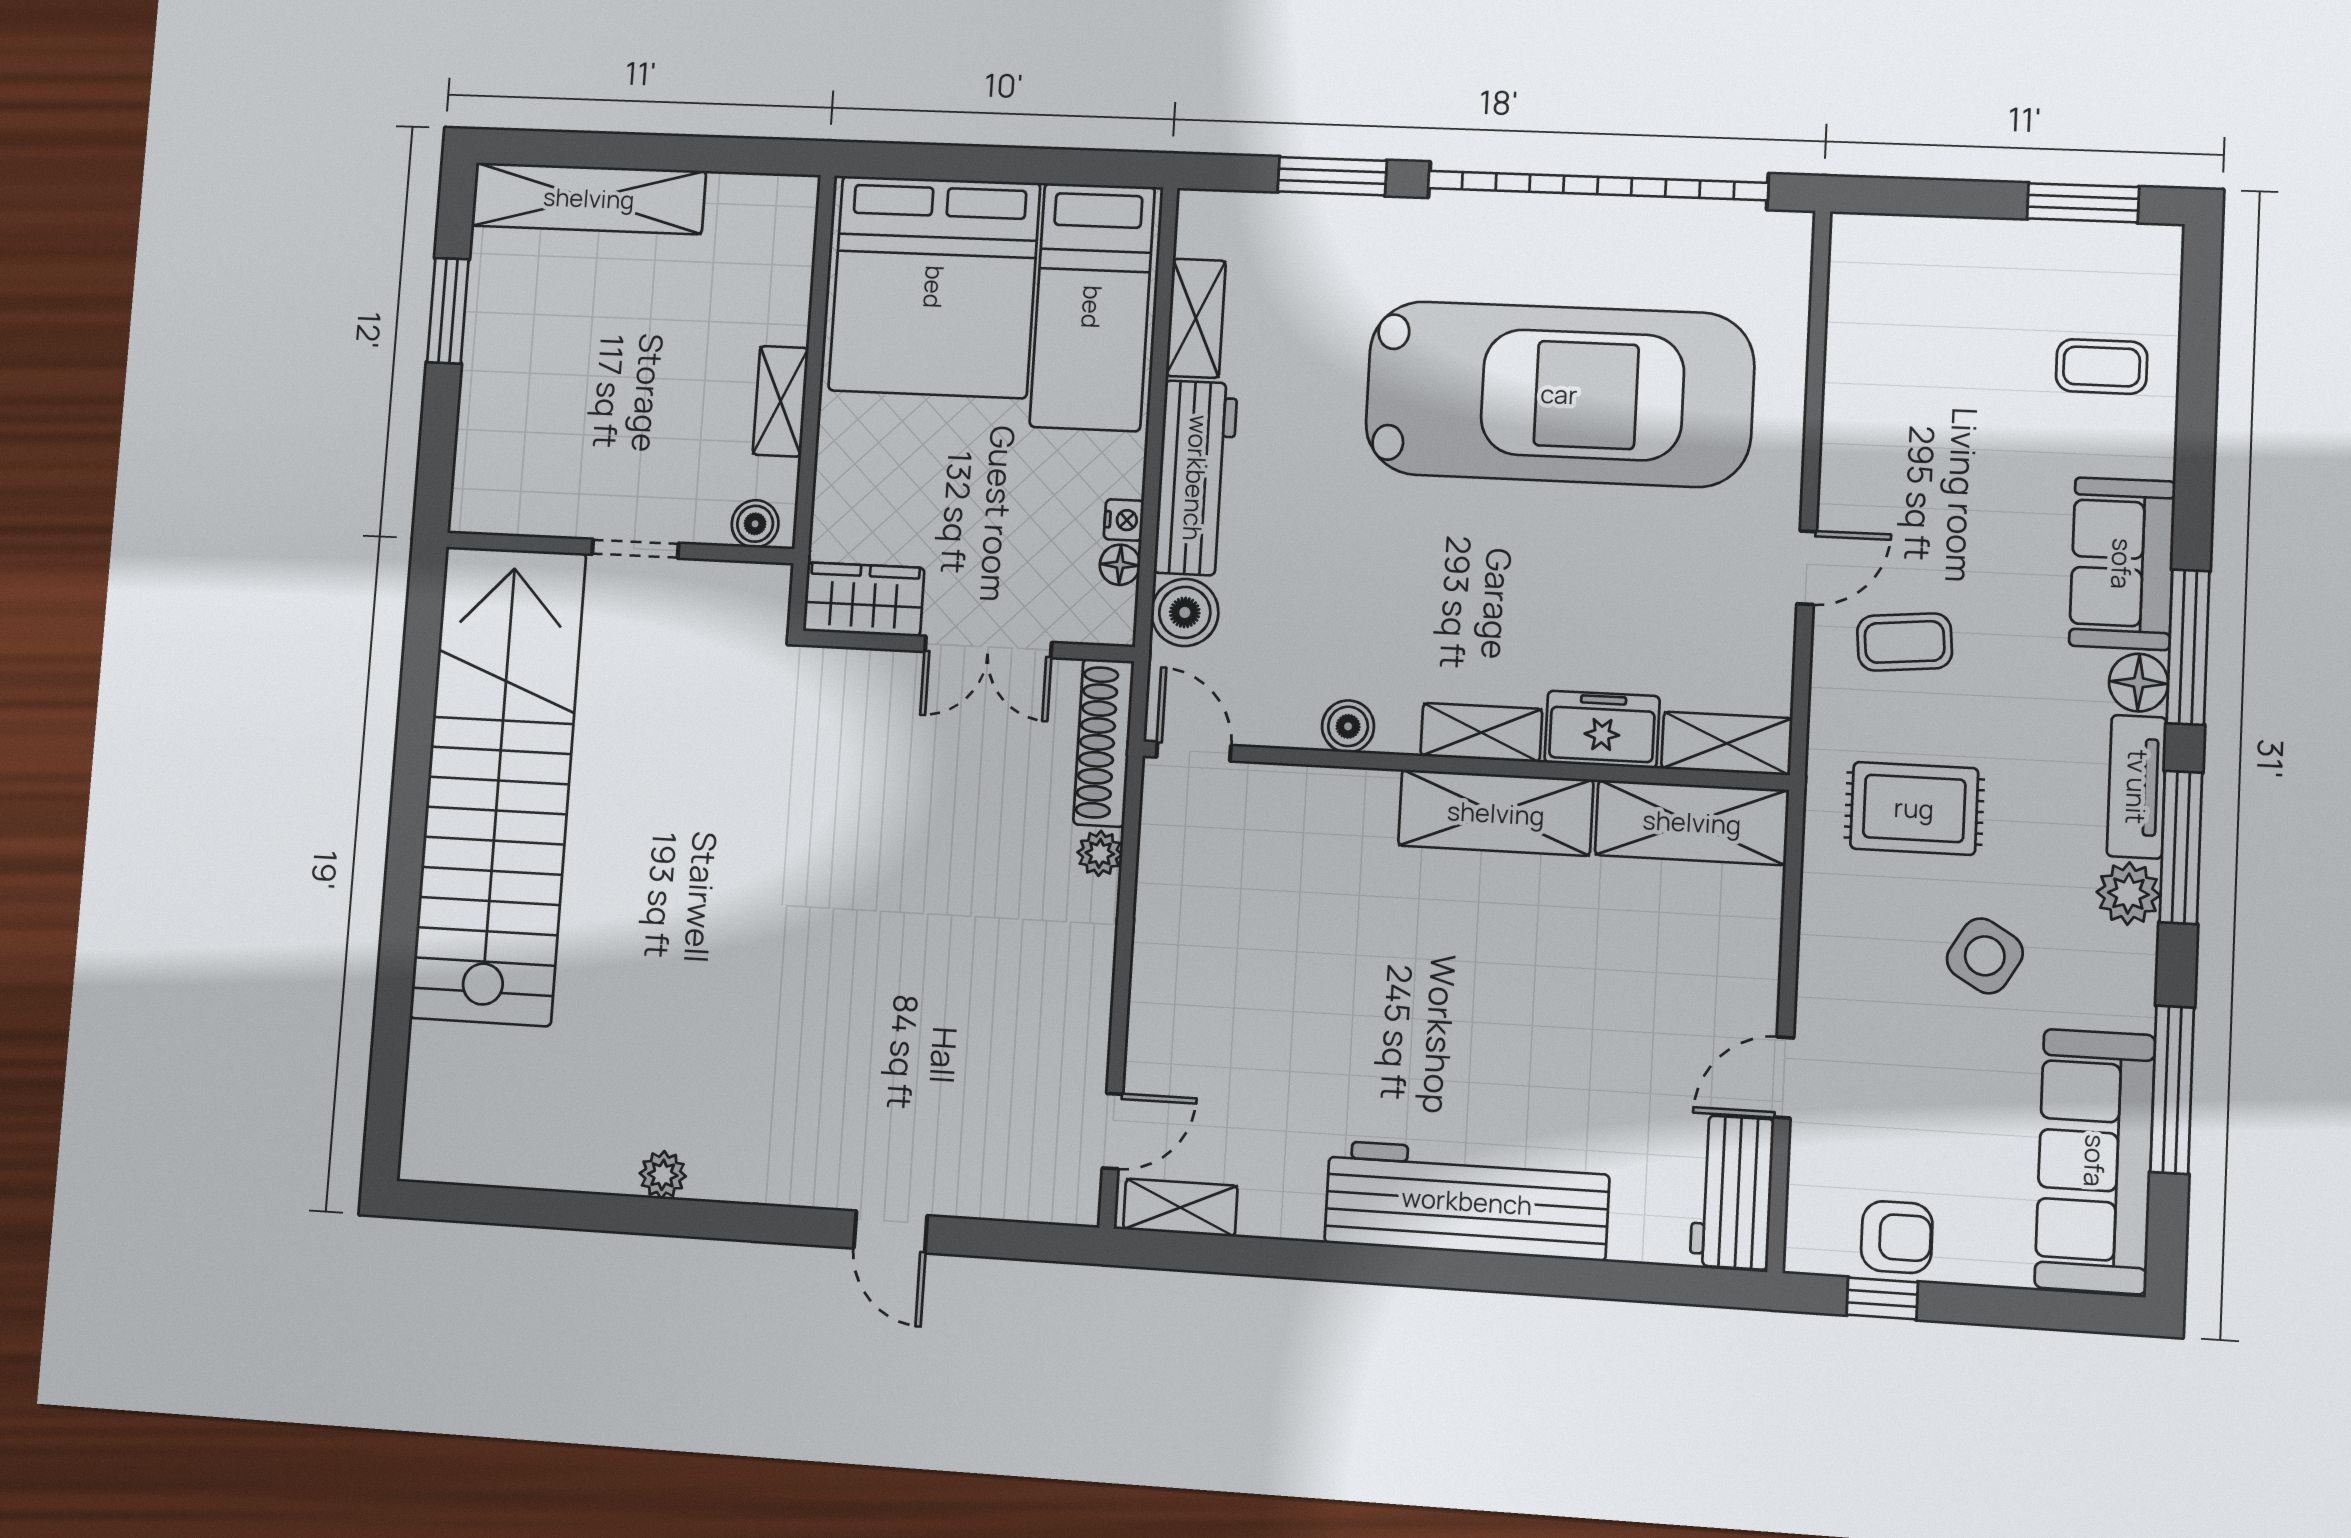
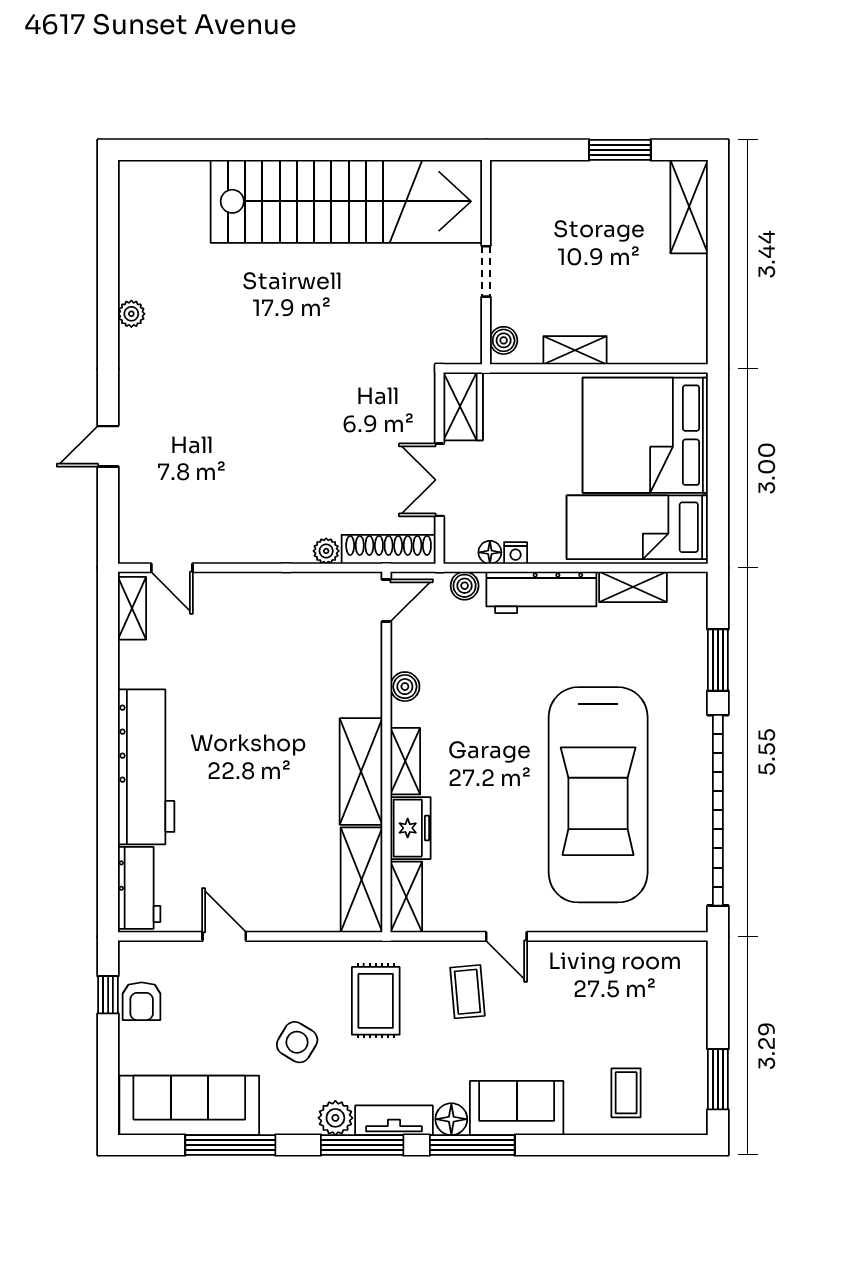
shelving: (589, 198) -> (689, 207), width x0.68
boiler: (1185, 612) -> (465, 586), width x0.73, depth x0.73
workbench: (1732, 1192) -> (139, 888), moved, turned 90

